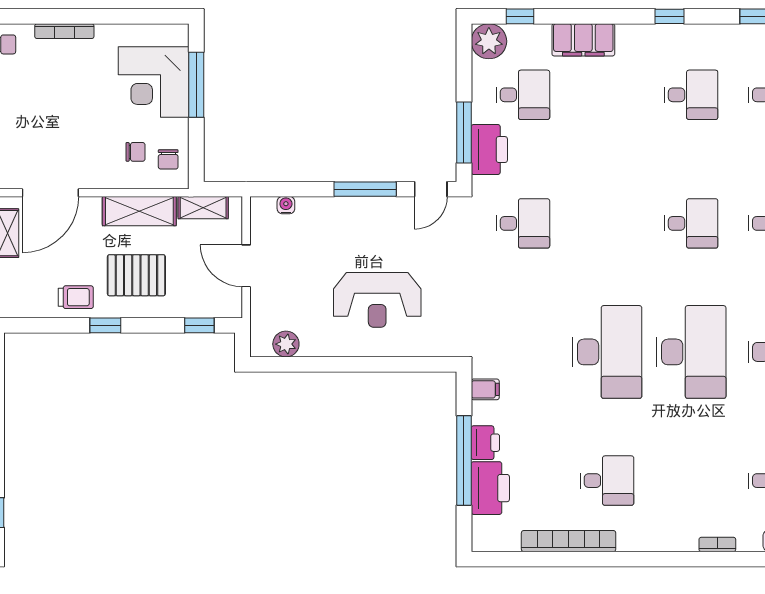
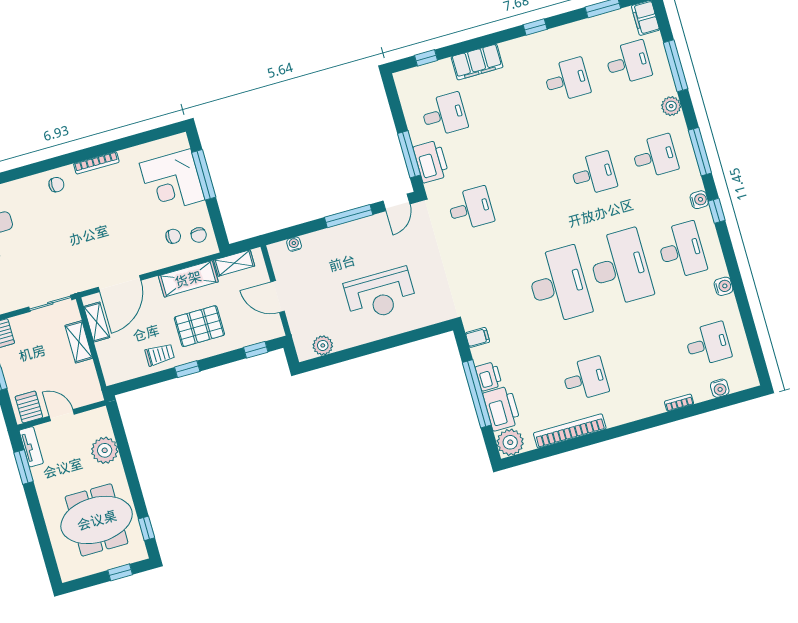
plant: (489, 41) -> (510, 442), moved

